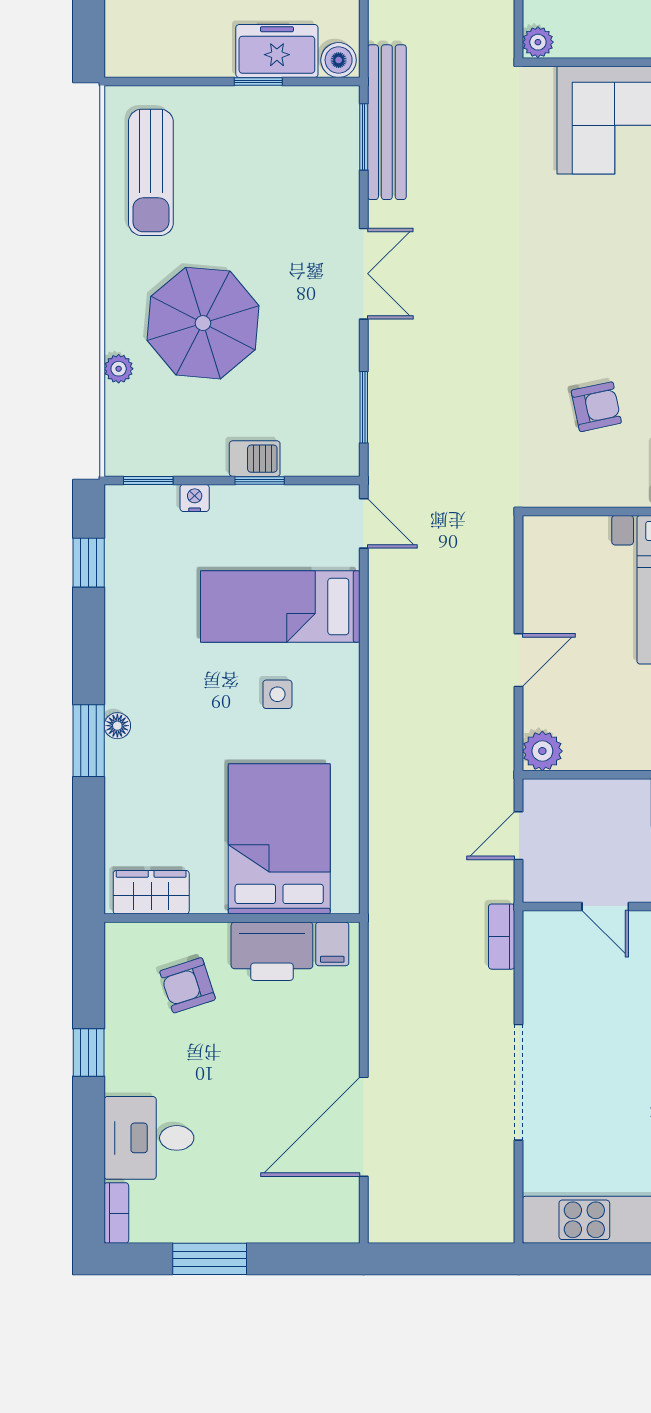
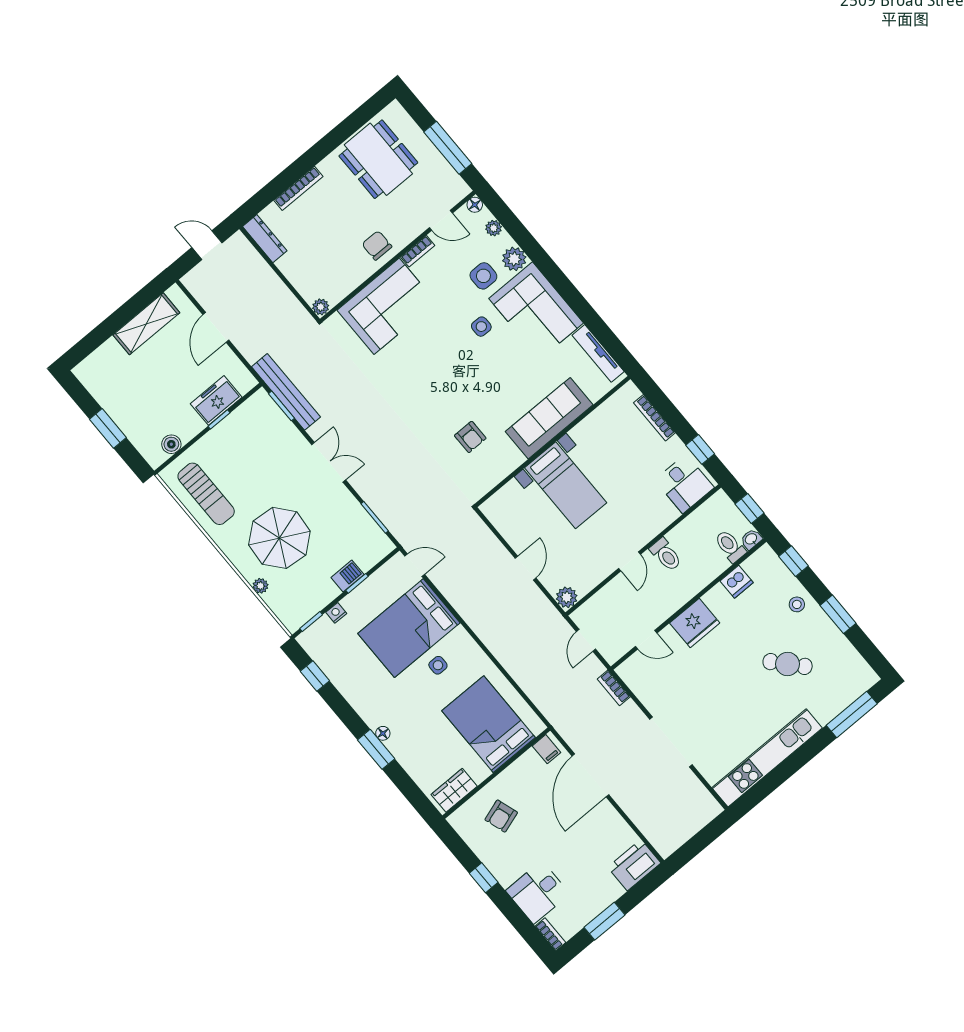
boiler: (339, 60) -> (171, 444), moved
armchair: (596, 407) -> (470, 437), turned 102
bed: (280, 607) -> (409, 628), width x1.50
printer: (272, 951) -> (634, 865), moved, turned 180
door: (364, 1127) -> (590, 775), moved

